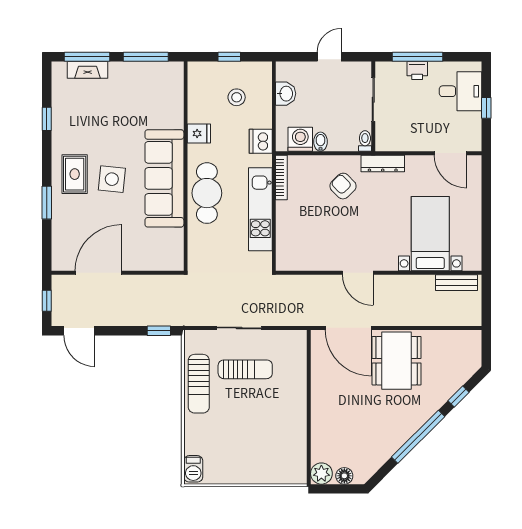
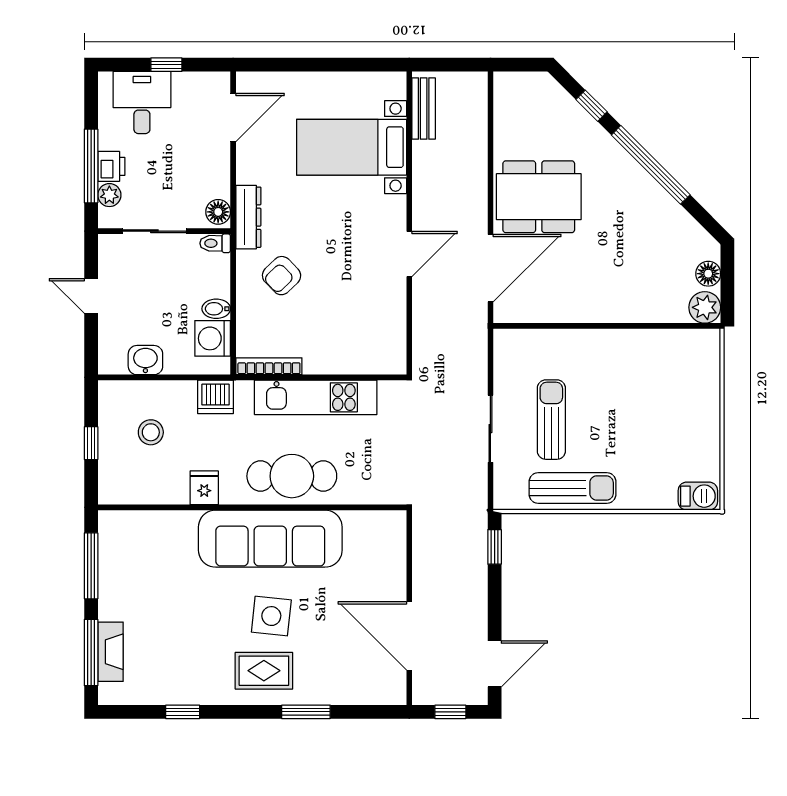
plant: (398, 69) -> (109, 195), added
floor lamp: (386, 143) -> (218, 212), added

